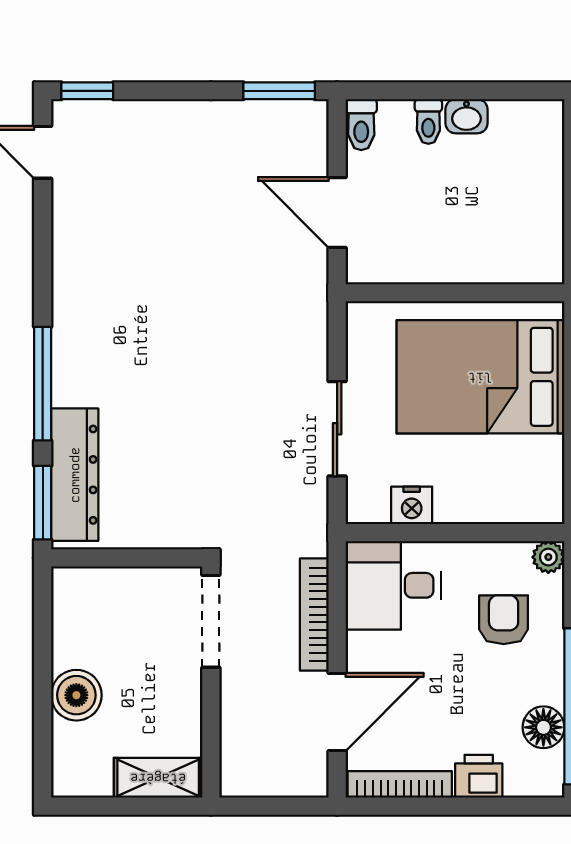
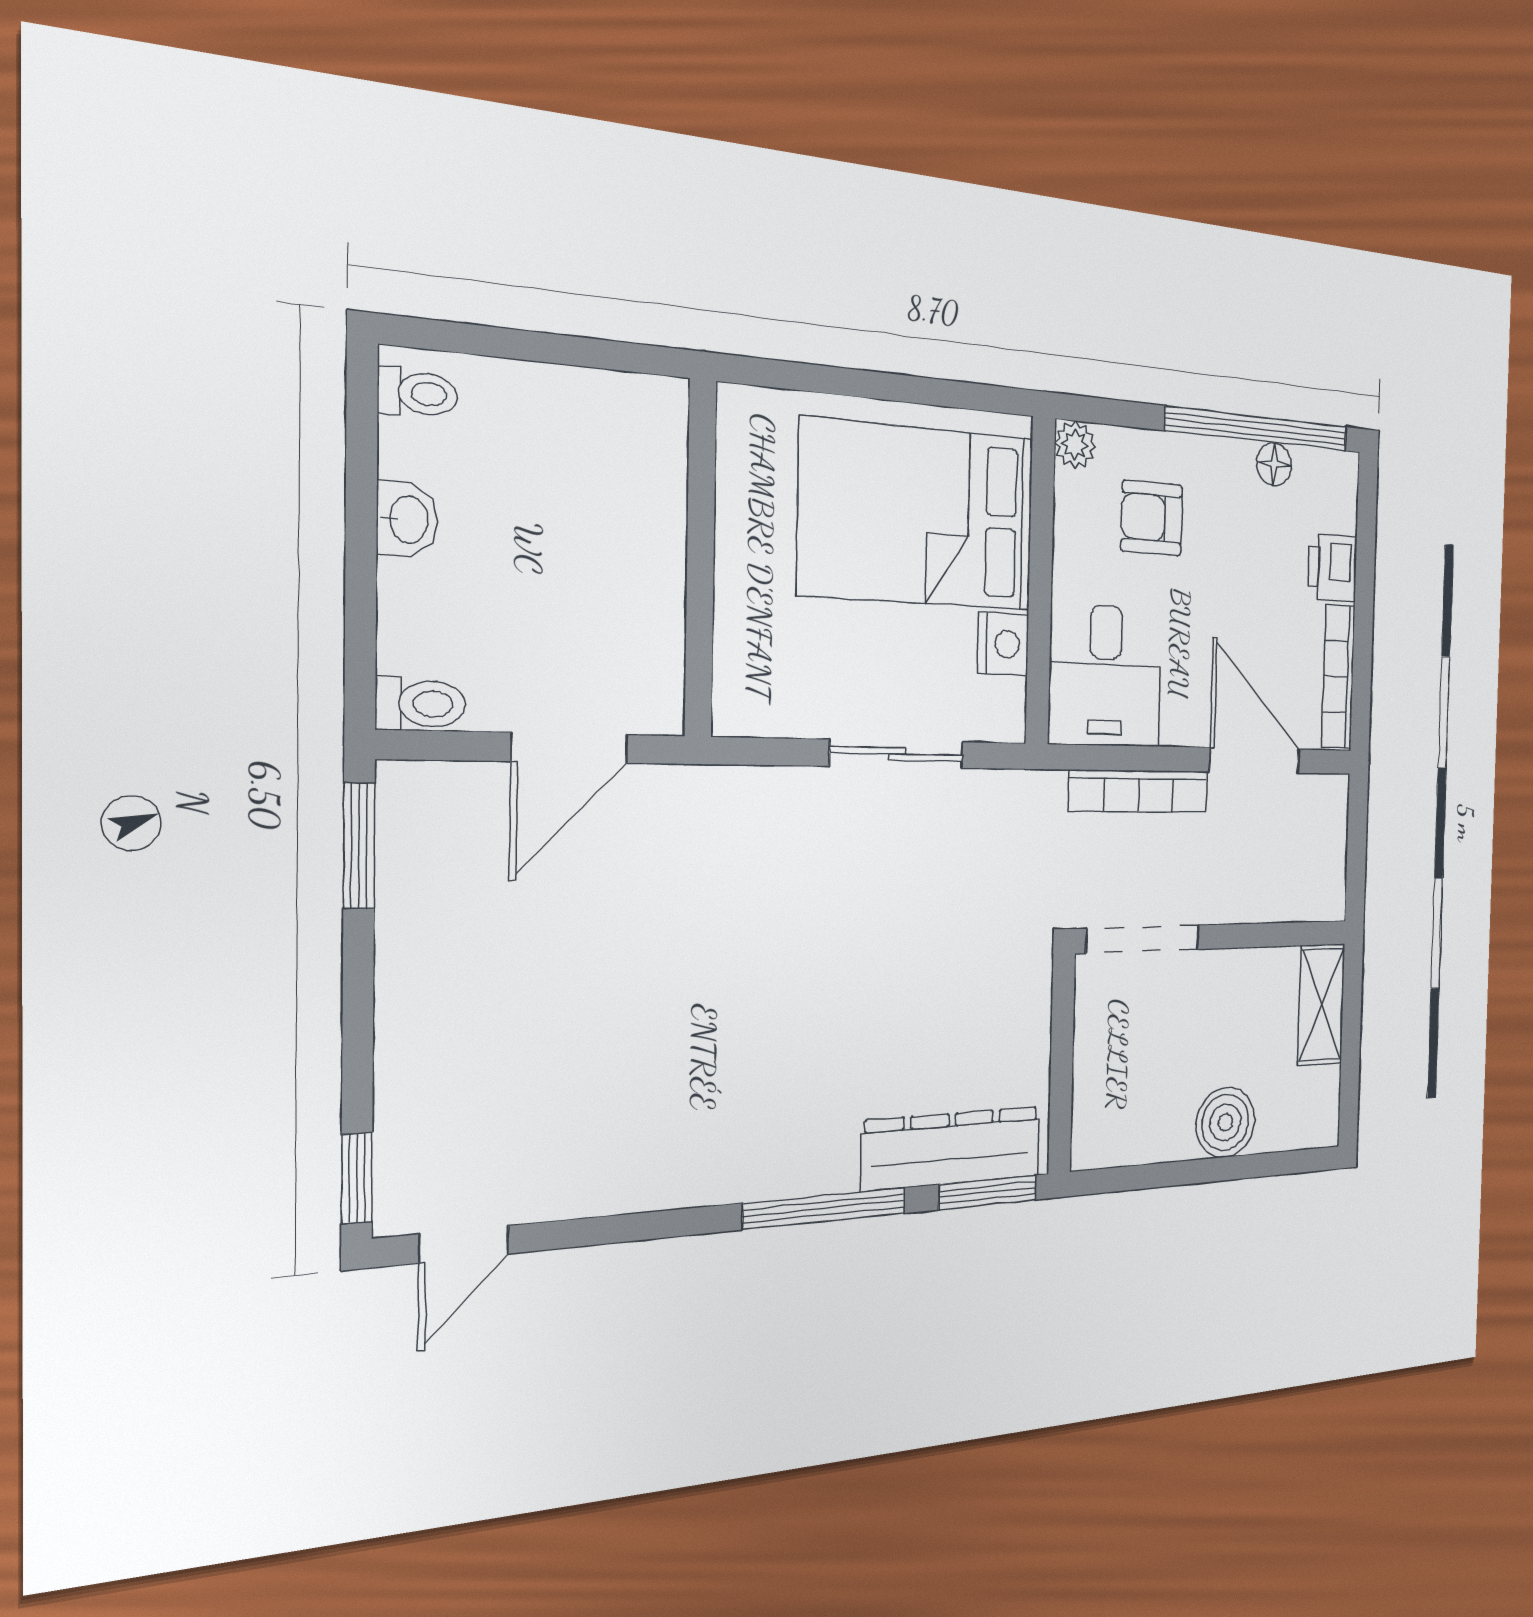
toilet: (428, 122) -> (418, 393), moved
bed: (480, 377) -> (918, 516), moved, turned 90
floor lamp: (543, 727) -> (1274, 464), width x0.73, depth x0.73

